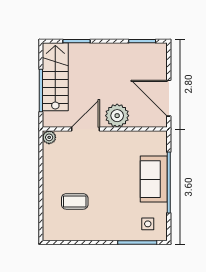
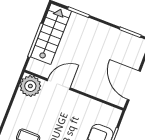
plant: (117, 116) -> (88, 83), removed
plant: (49, 137) -> (30, 86), width x1.88, depth x1.88

